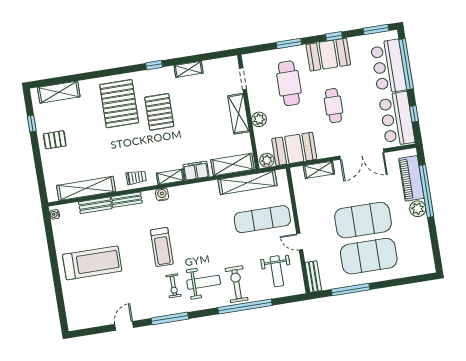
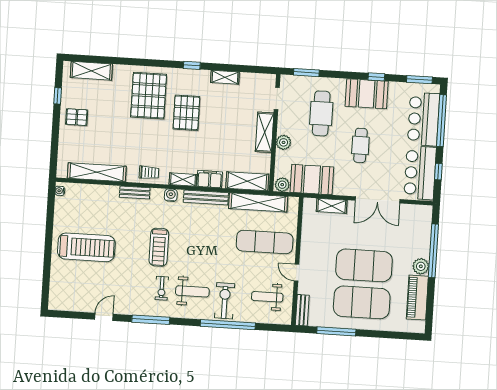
window: (289, 44) -> (306, 73), moved
piano: (411, 178) -> (417, 298), moved
bench: (95, 205) -> (206, 197), moved, width x1.36
weight bench: (277, 271) -> (267, 297), turned 90

